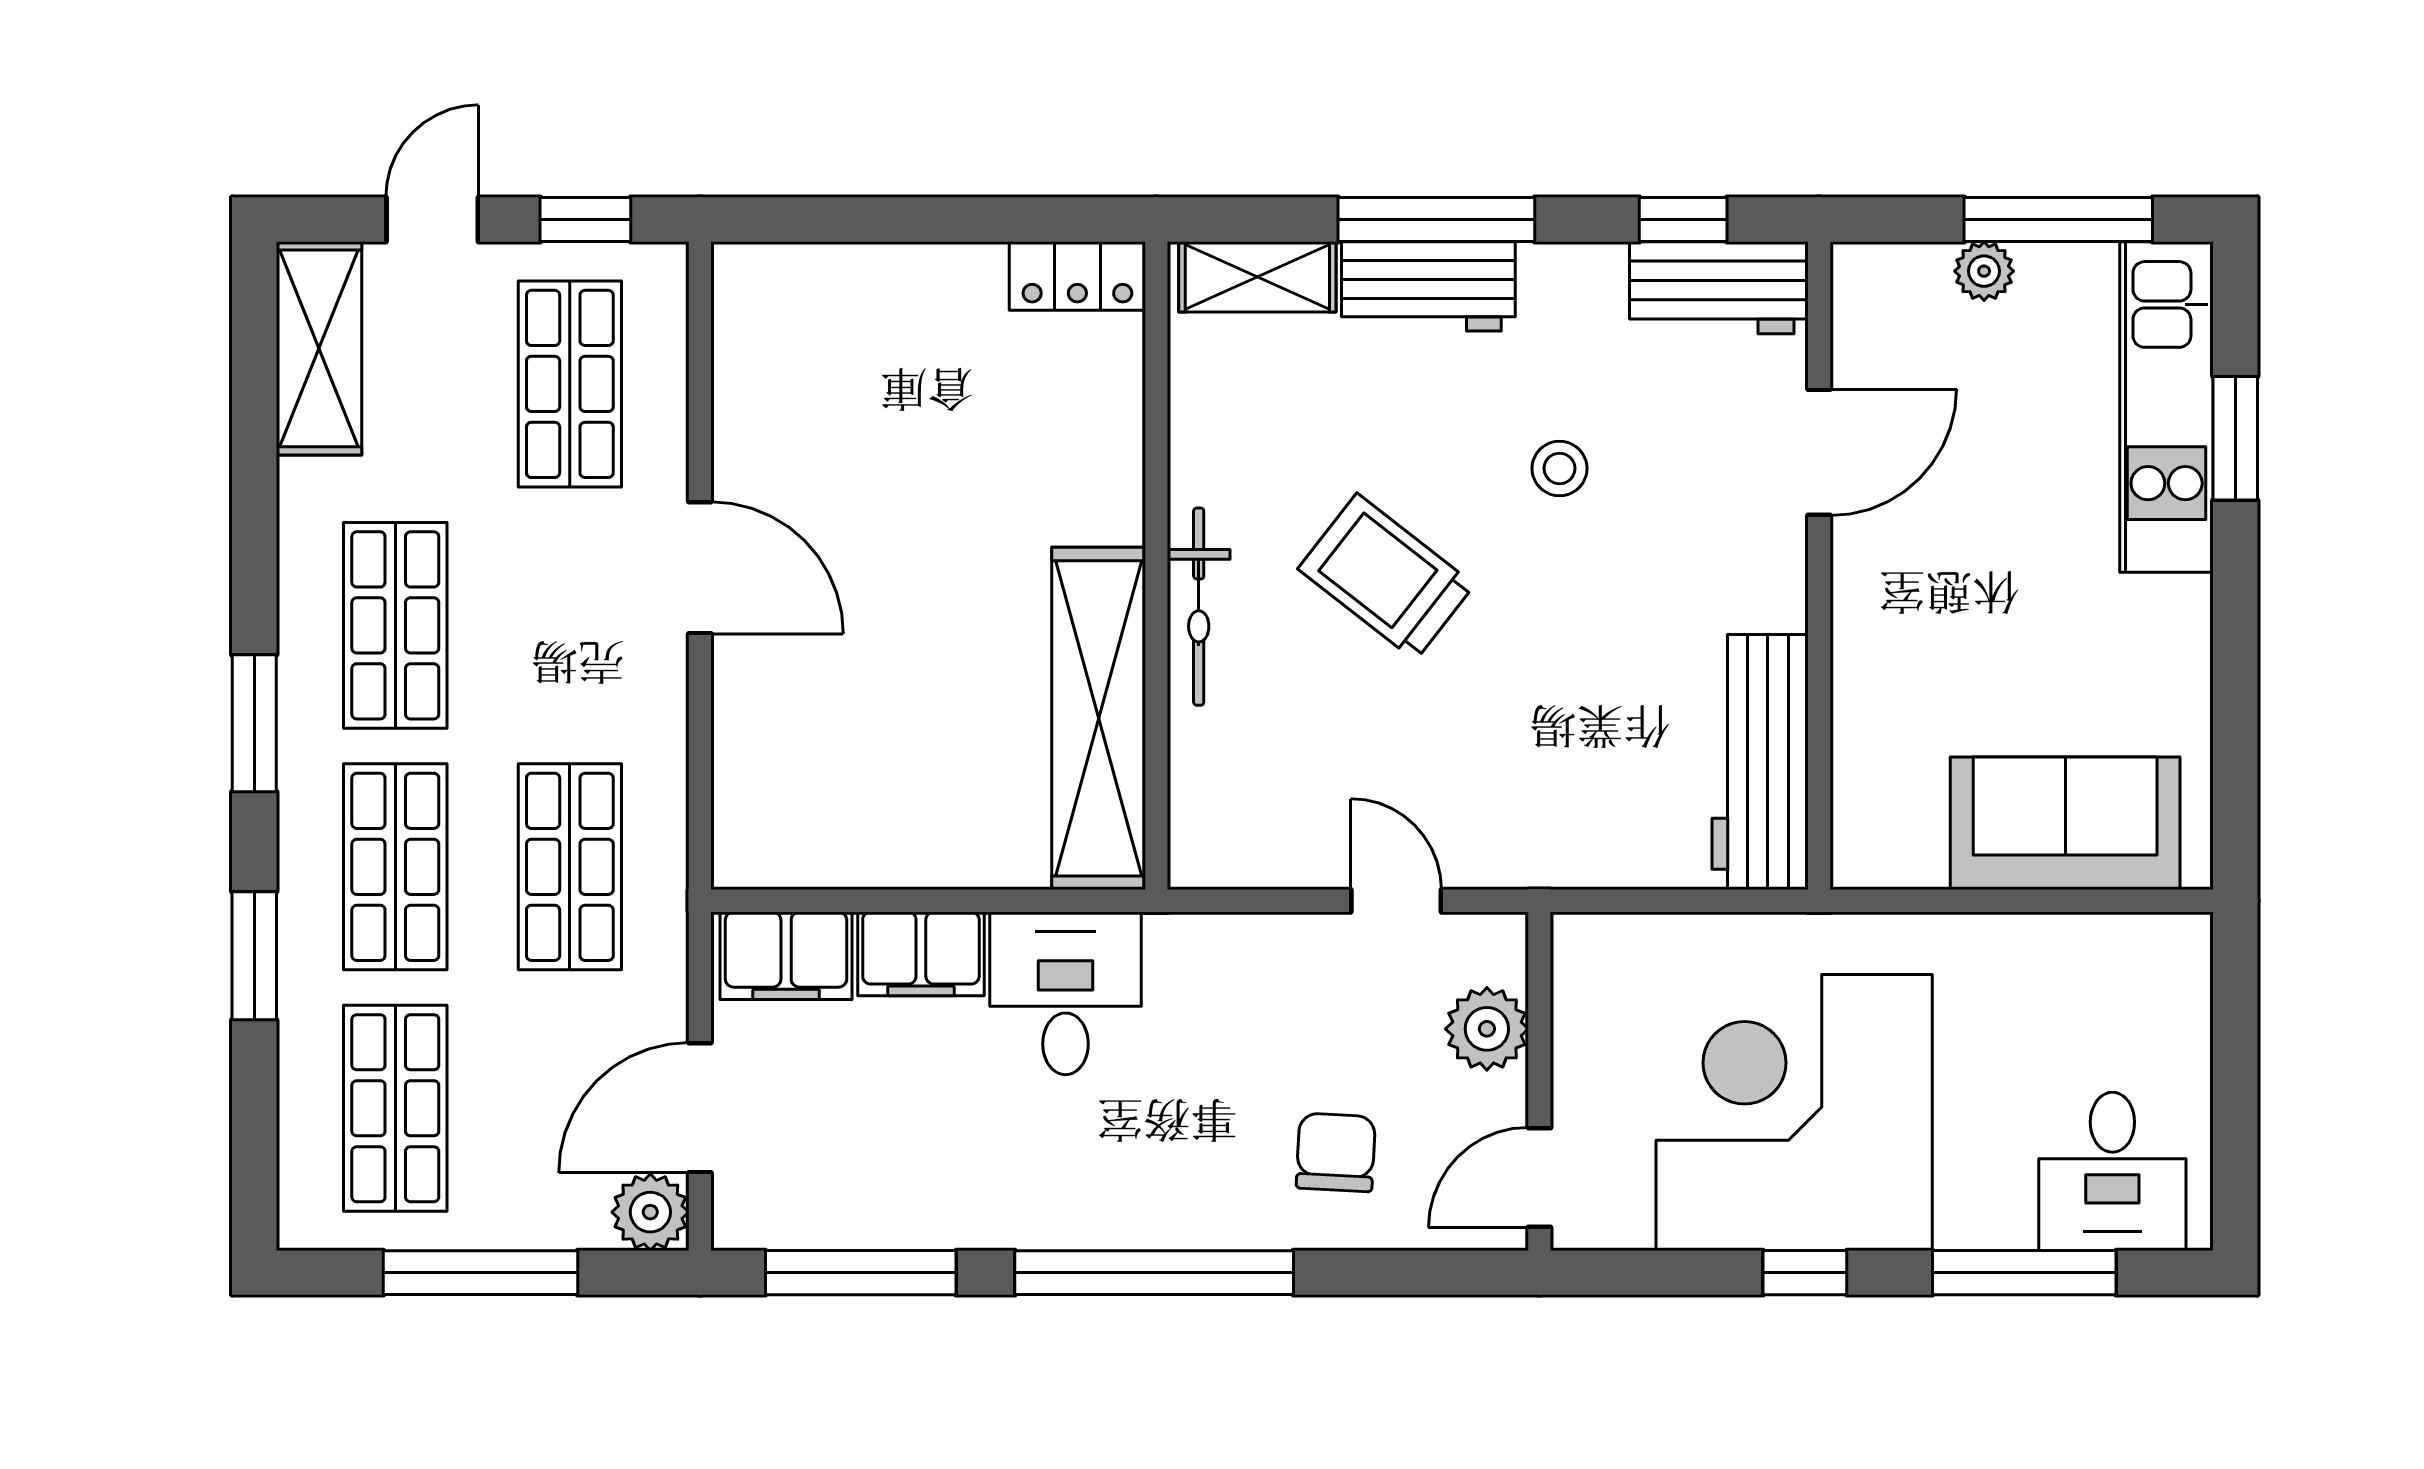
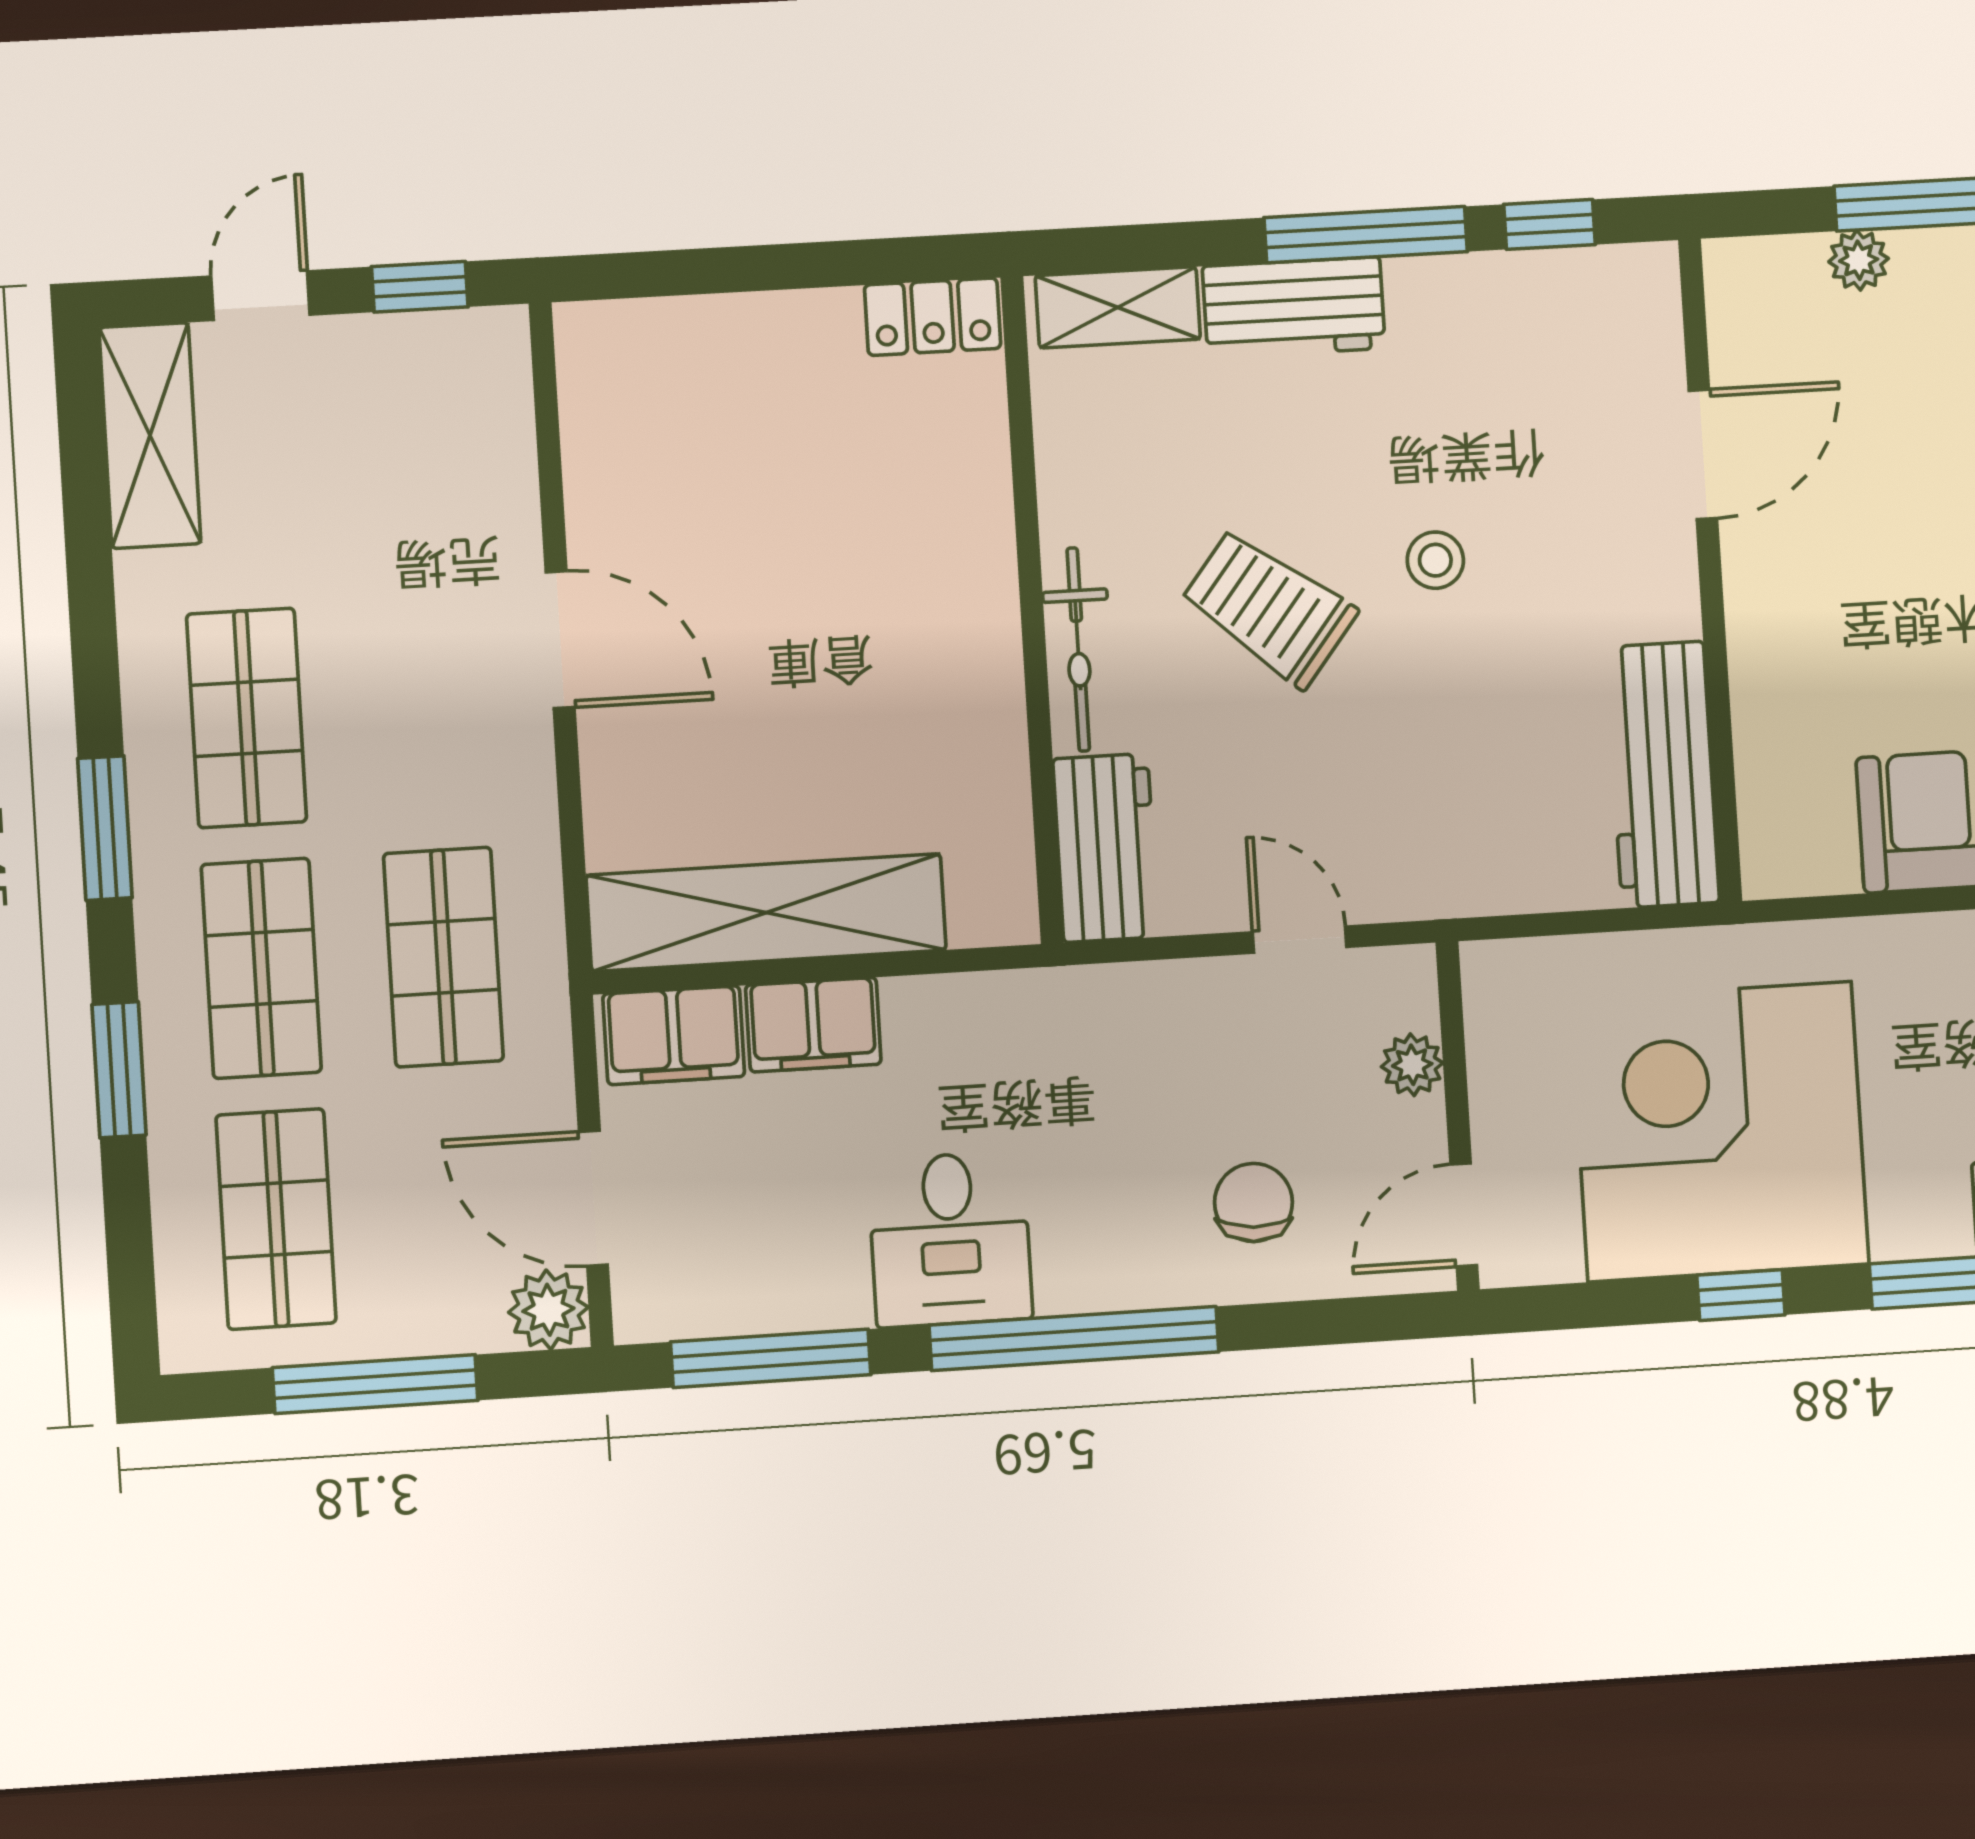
window: (1436, 220) -> (1366, 235), moved
workbench: (1719, 288) -> (1106, 848), moved, turned -90
shop shelf: (570, 384) -> (414, 457), removed
stool: (1560, 468) -> (1435, 560), moved
shelving: (1099, 718) -> (766, 913), moved, turned 90
desk: (1066, 993) -> (950, 1239), moved, turned 180
plant: (1487, 1029) -> (1412, 1065), width x0.73, depth x0.73
door: (700, 1108) -> (593, 1198), hinge flipped

